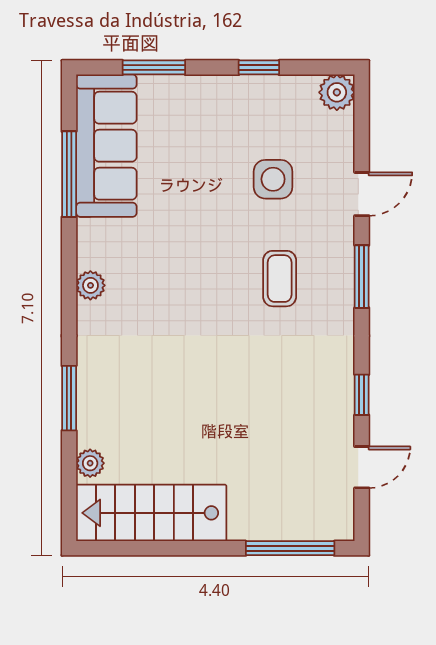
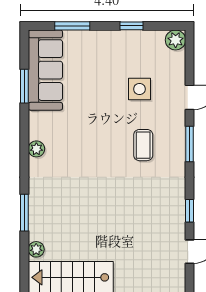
window: (69, 174) -> (24, 86), width x0.69

